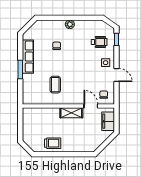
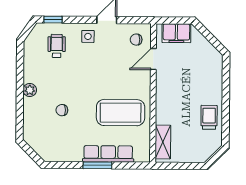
row of seats: (28, 57) -> (108, 154), moved
coffee table: (55, 85) -> (121, 113), width x1.86, depth x1.72
shelving: (71, 113) -> (163, 142), moved

